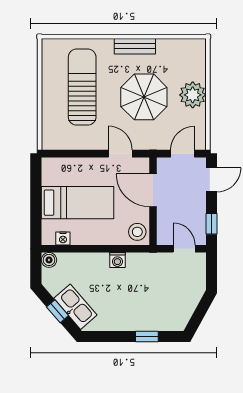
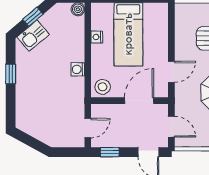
nightstand: (63, 238) -> (97, 37), moved
kitchen sink: (75, 307) -> (33, 36), width x0.73
window: (147, 336) -> (11, 74), moved

